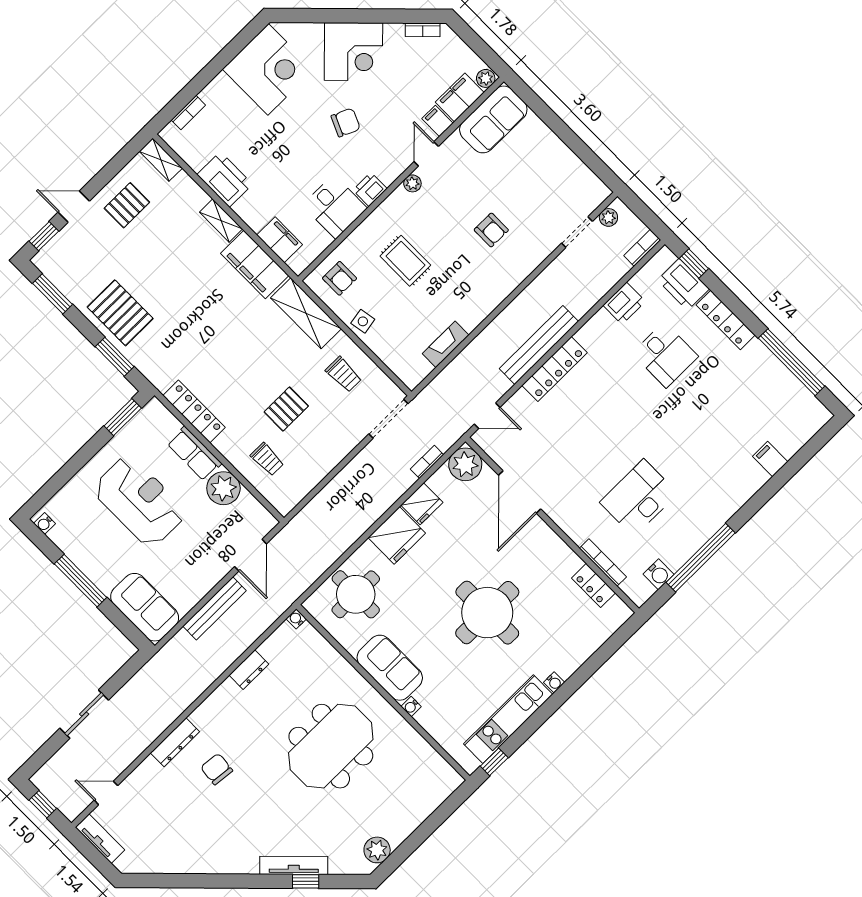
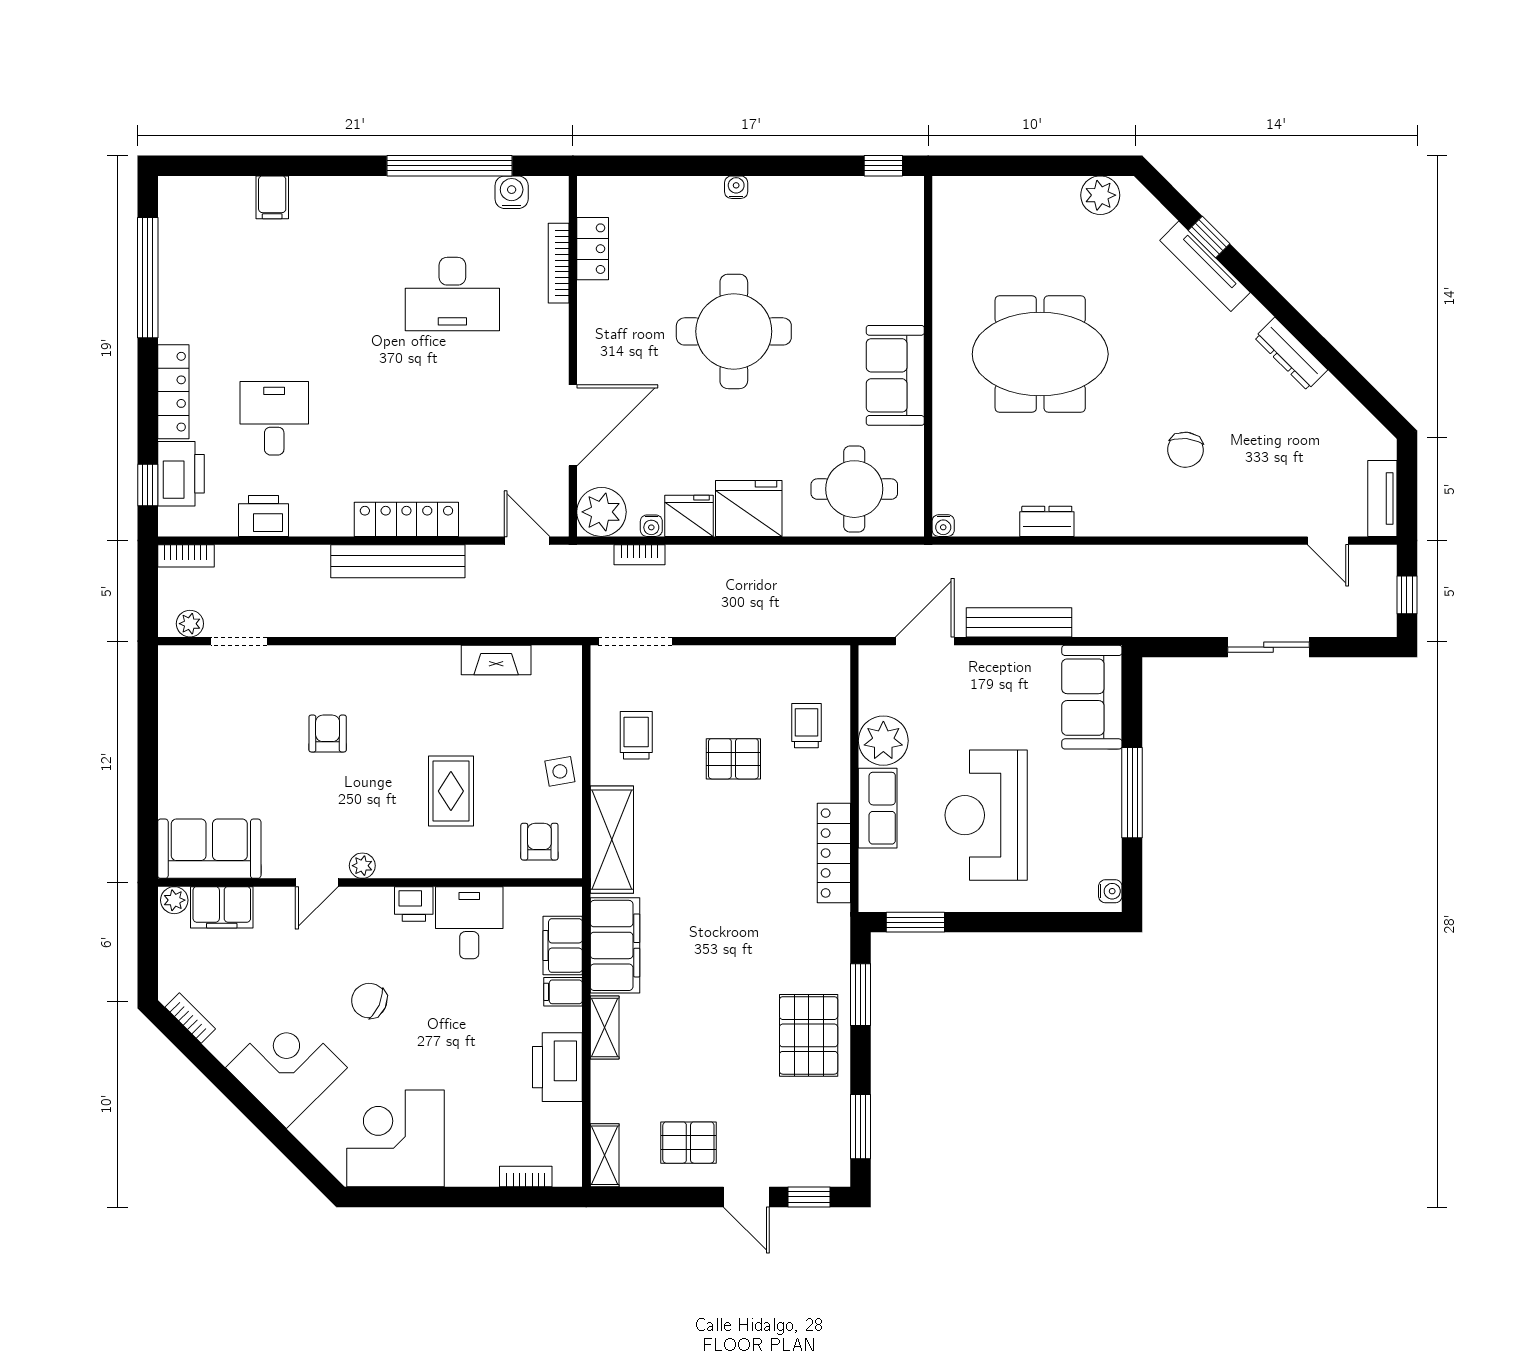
filing cabinet: (438, 121) -> (563, 992), moved, turned 90
water cooler: (411, 707) -> (651, 526), moved, turned 90
kitchen unit: (508, 719) -> (824, 196), removed
dresser: (175, 742) -> (1291, 354), moved, turned -135

